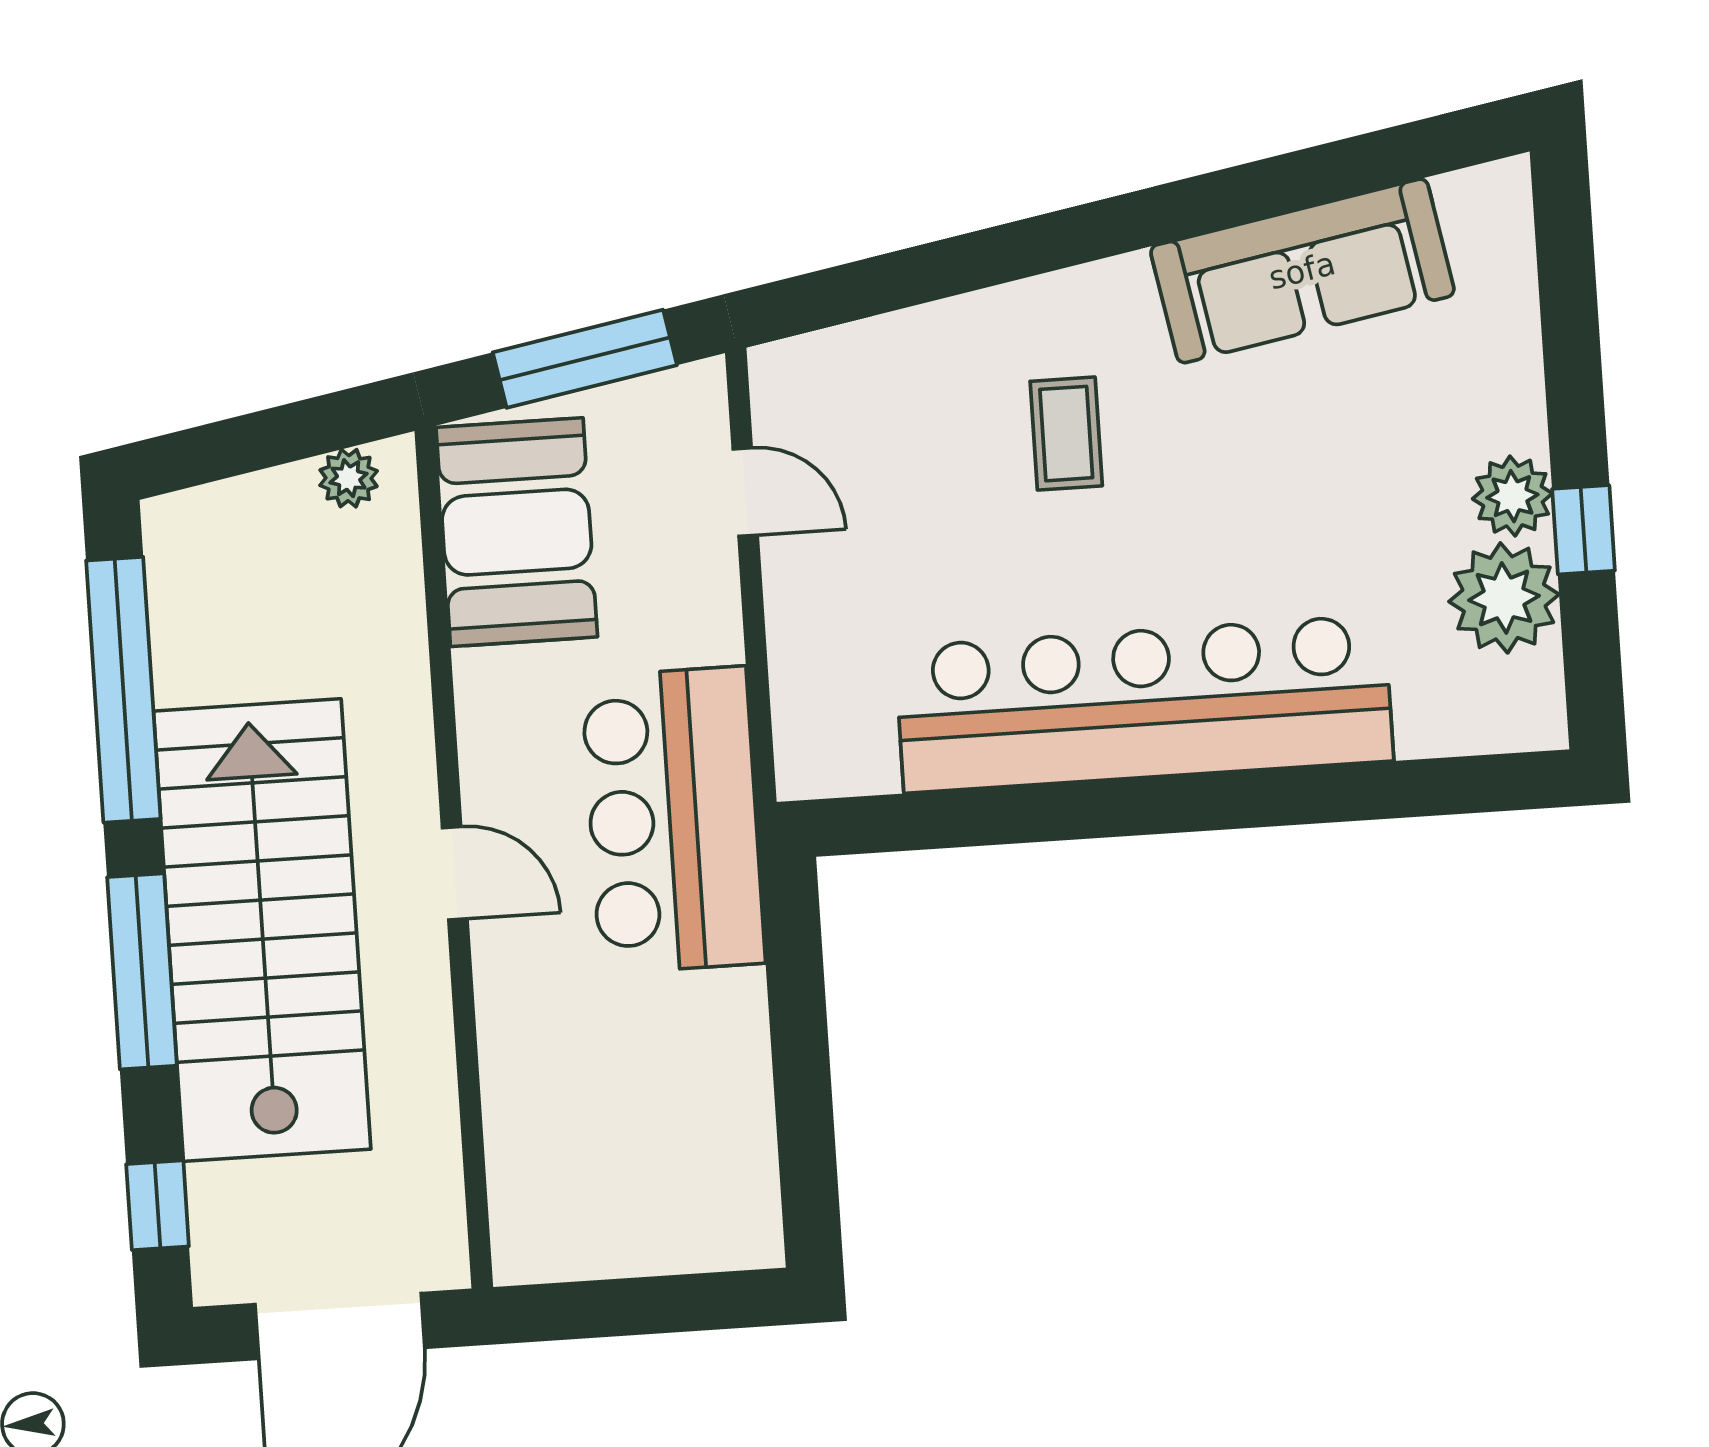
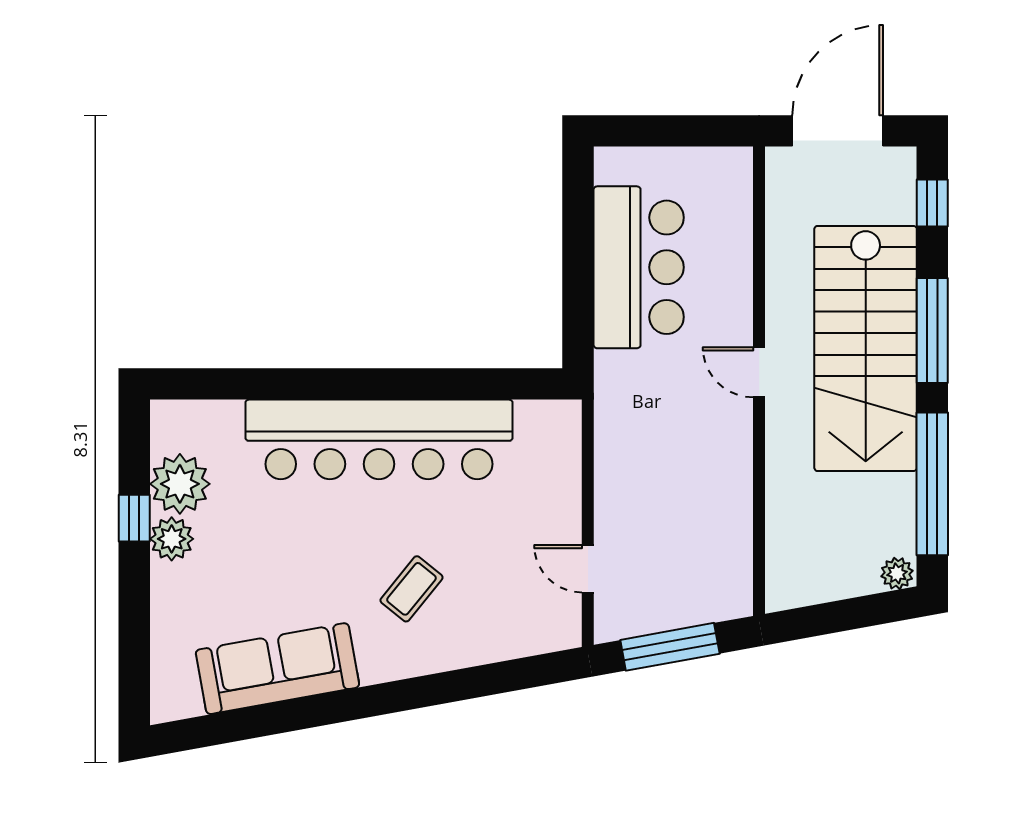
coffee table: (1066, 434) -> (411, 589), turned 39
plant: (349, 478) -> (897, 573), moved
booth: (517, 532) -> (713, 555), removed
bar counter: (673, 820) -> (639, 267), moved

